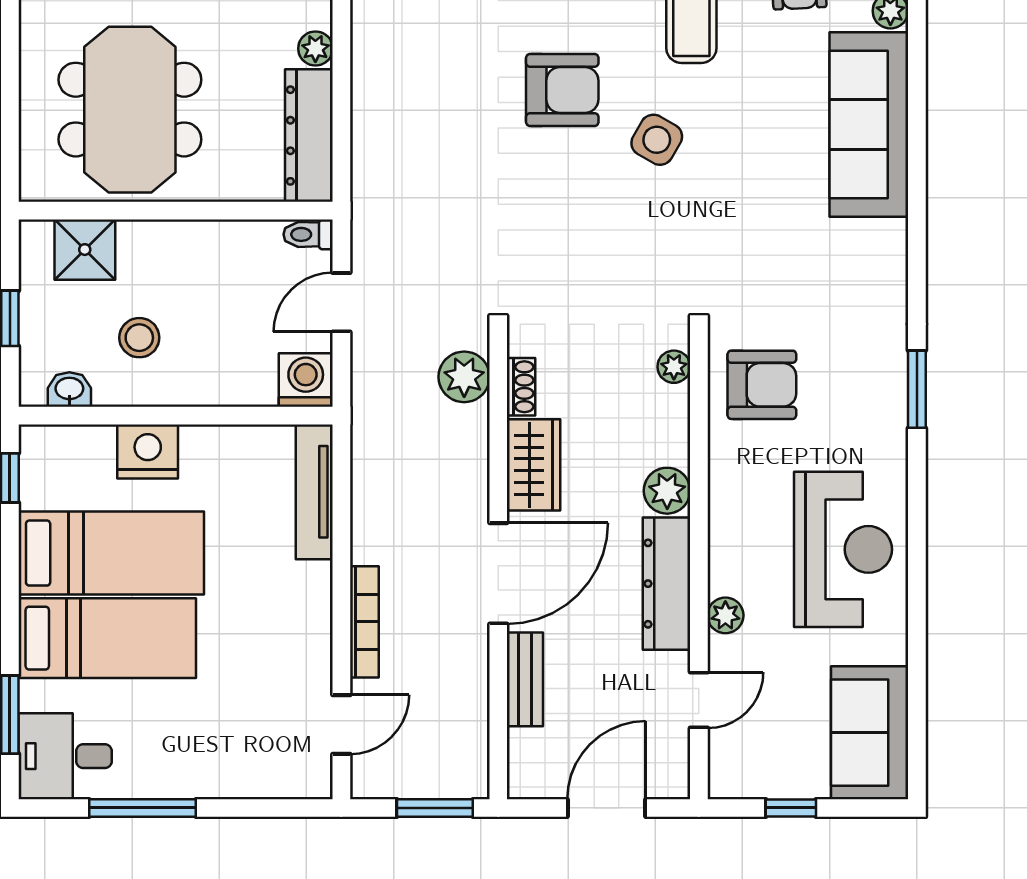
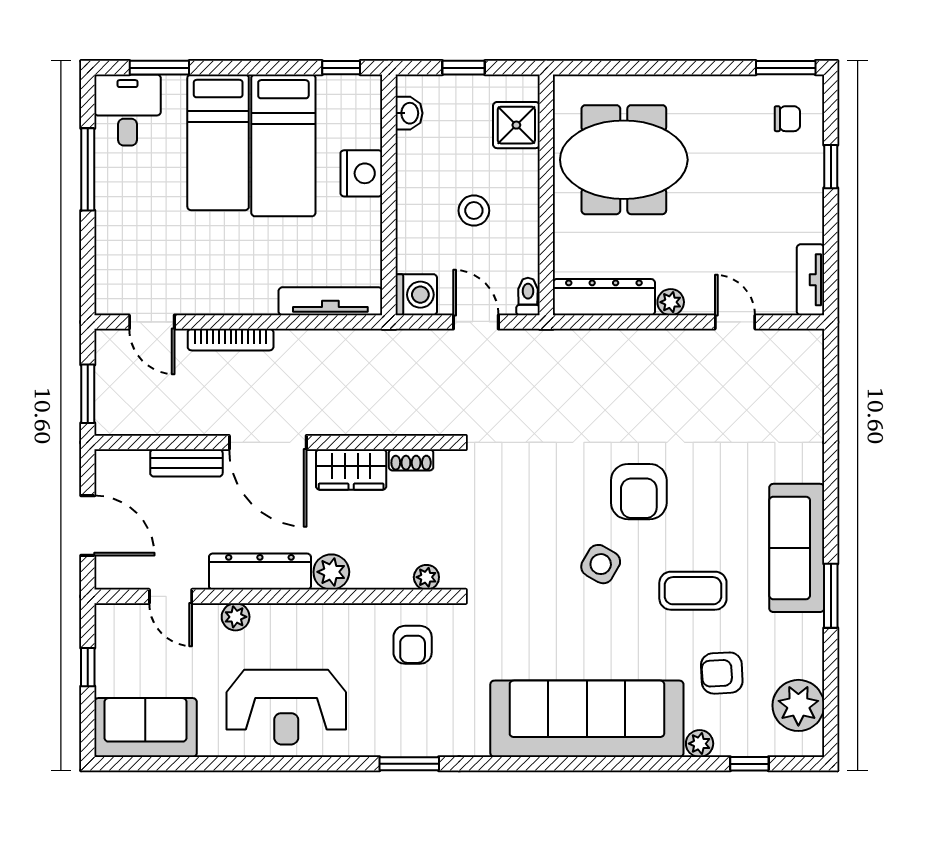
sofa: (869, 124) -> (587, 719), width x1.36, depth x1.27
stool: (139, 338) -> (474, 211), moved
plant: (464, 377) -> (419, 416), removed
armchair: (762, 385) -> (413, 645), width x0.72, depth x0.72

